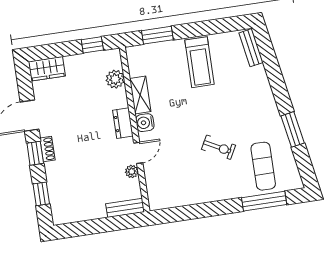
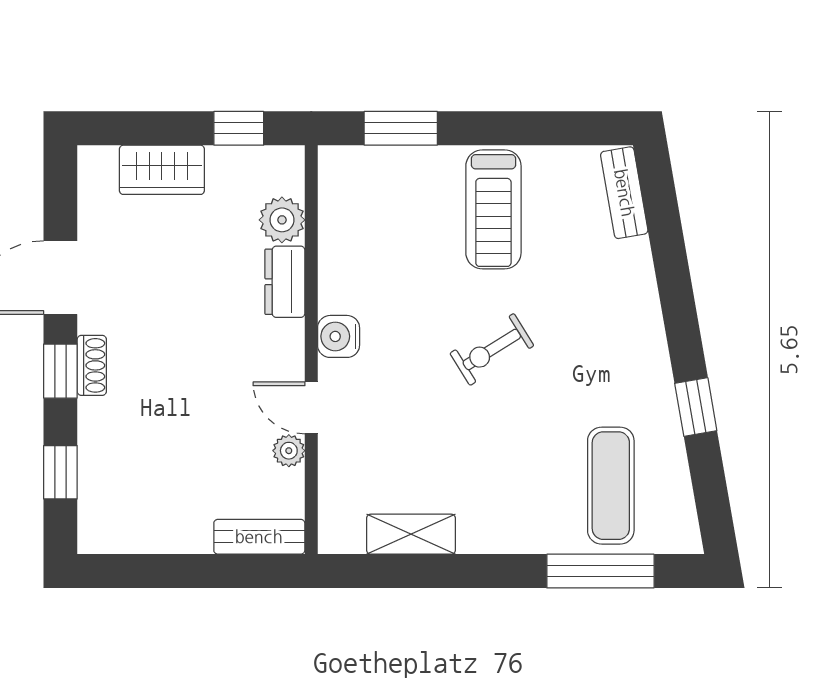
wardrobe: (47, 69) -> (162, 170), moved
shelving: (140, 95) -> (411, 534), moved, turned 90
dresser: (123, 123) -> (285, 282), moved
window: (293, 129) -> (696, 407), width x0.67
exercise bike: (219, 147) -> (492, 349), moved, turned 120
door: (138, 153) -> (311, 408), swing flipped

